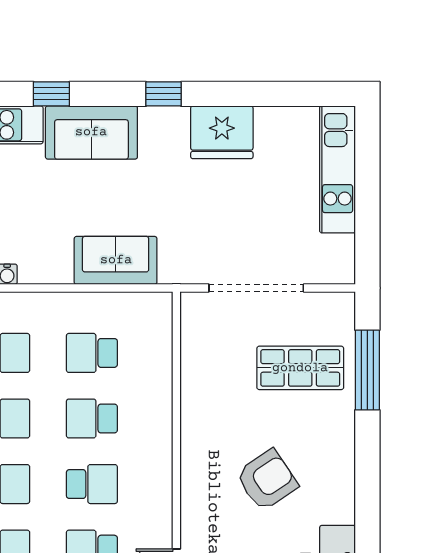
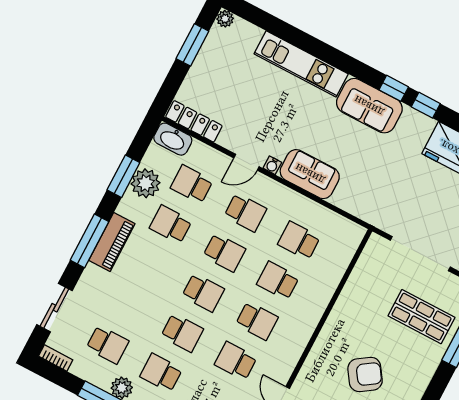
window: (51, 94) -> (394, 88), moved
sofa: (116, 260) -> (310, 174), moved

